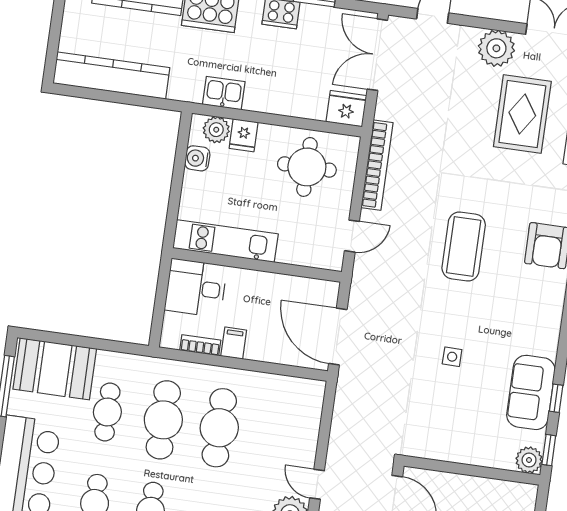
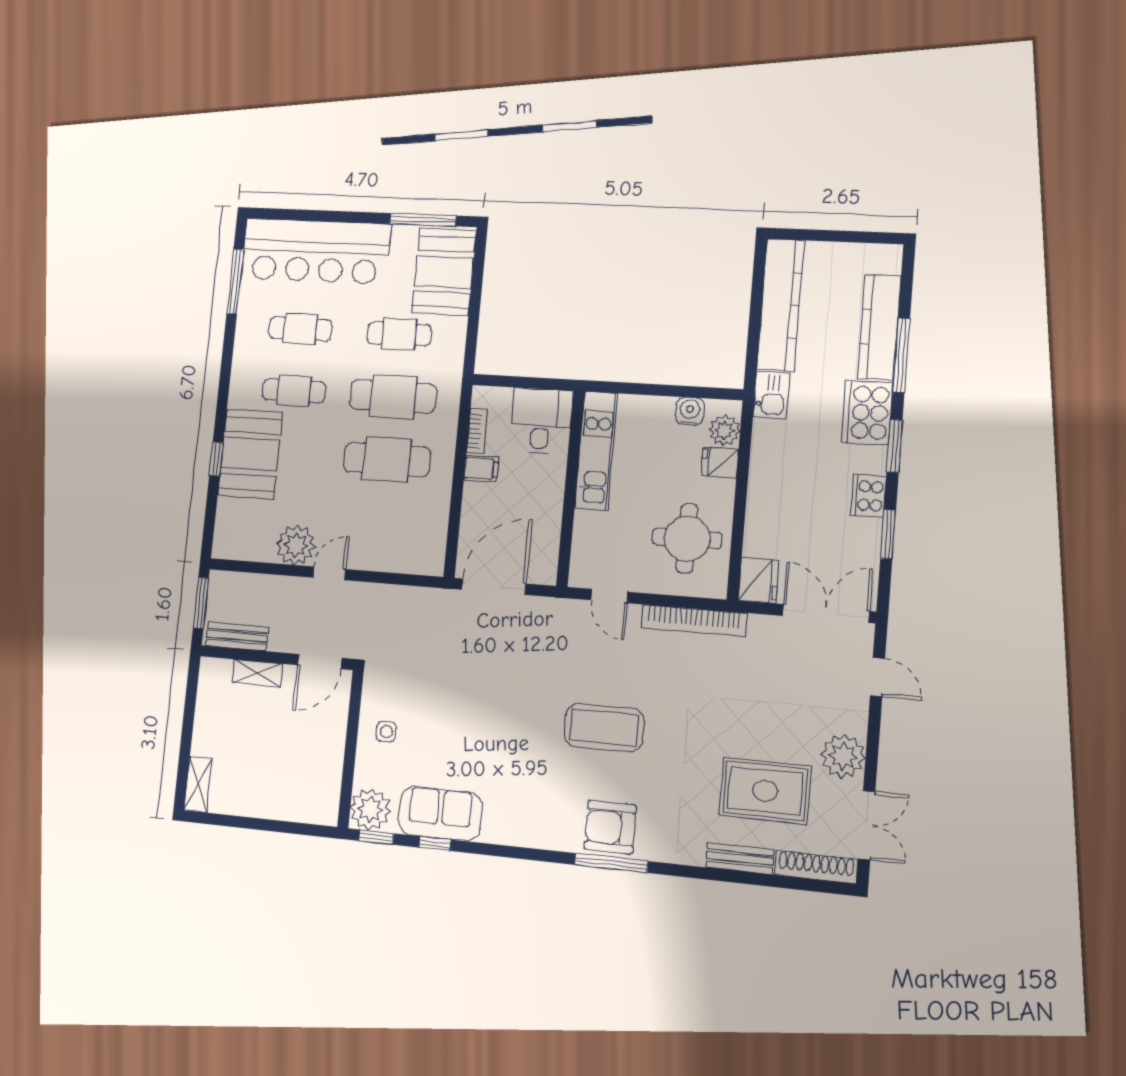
kitchen sink: (224, 93) -> (771, 395), moved
side table: (452, 357) -> (386, 732), moved
plant: (529, 460) -> (370, 809), width x1.36, depth x1.36

